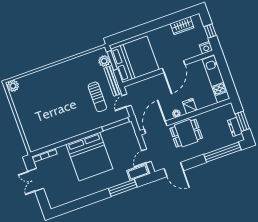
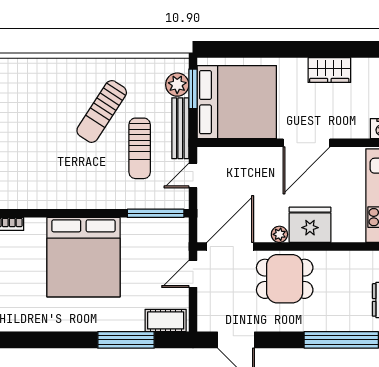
wardrobe: (182, 26) -> (329, 70), moved
sun lounger: (74, 86) -> (102, 111), added
fridge: (190, 106) -> (310, 225), width x1.88, depth x1.34
door: (146, 156) -> (193, 274), moved

